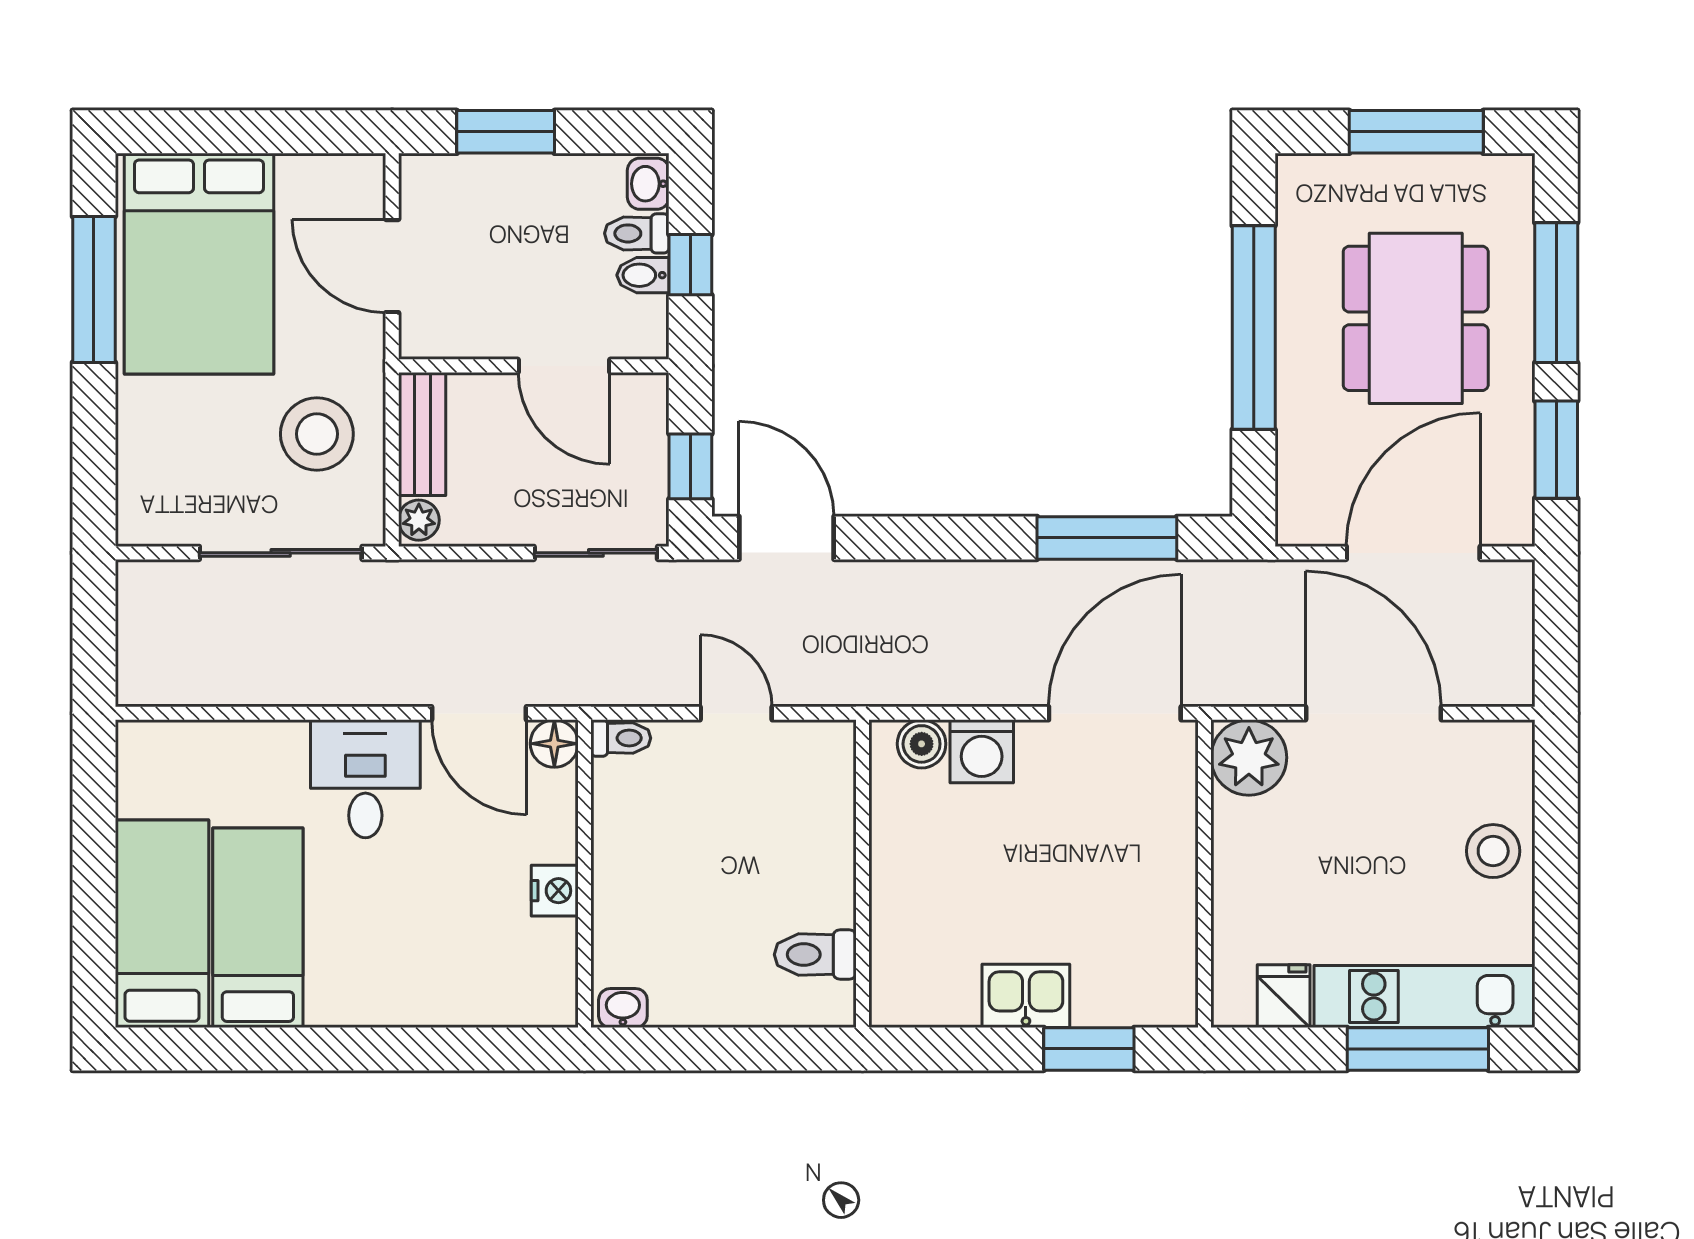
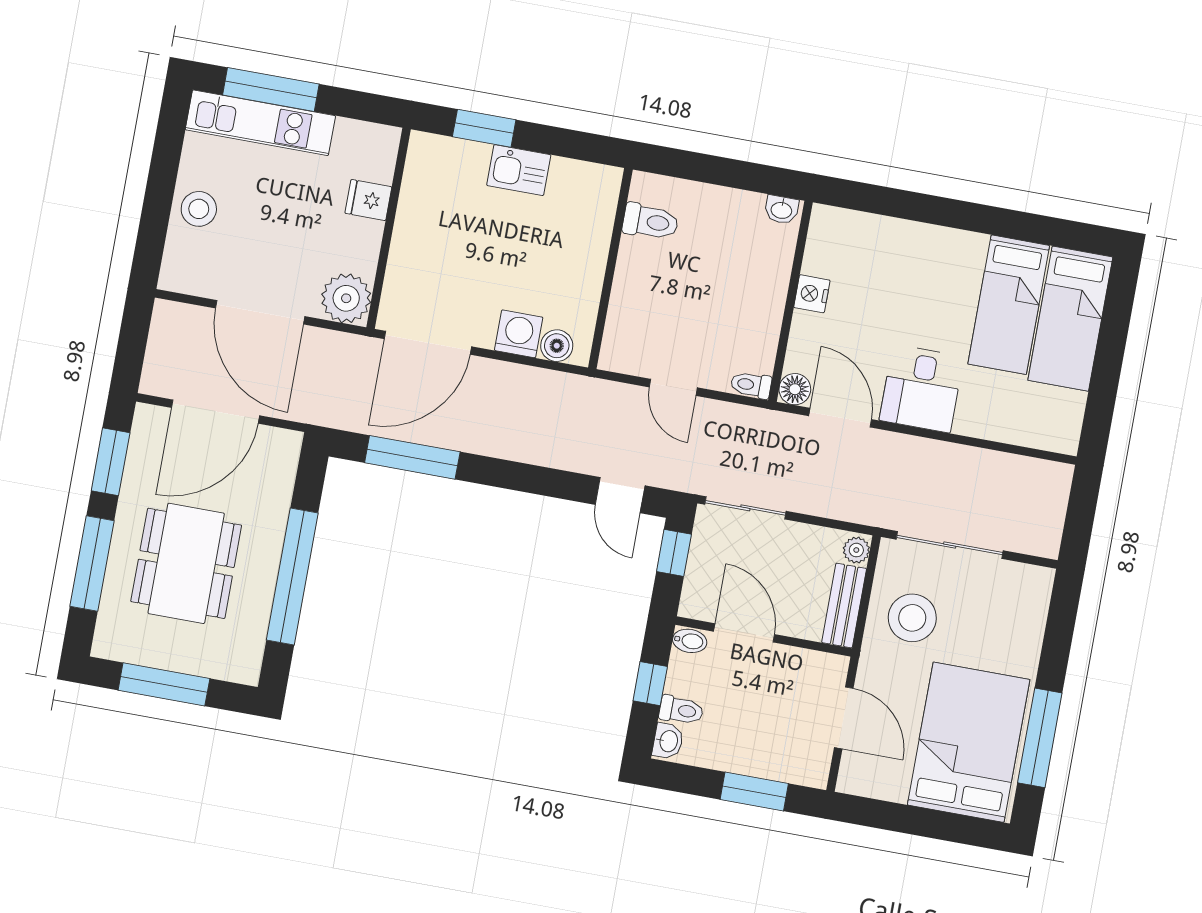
bidet: (643, 275) -> (690, 641), moved
door: (787, 538) -> (620, 495), width x0.73
fridge: (1284, 996) -> (368, 200), moved, turned 90

